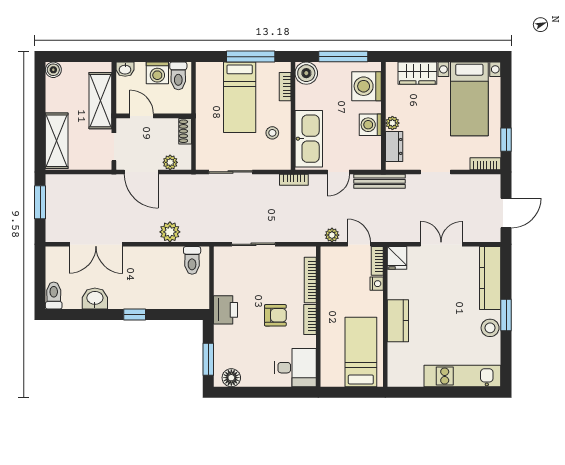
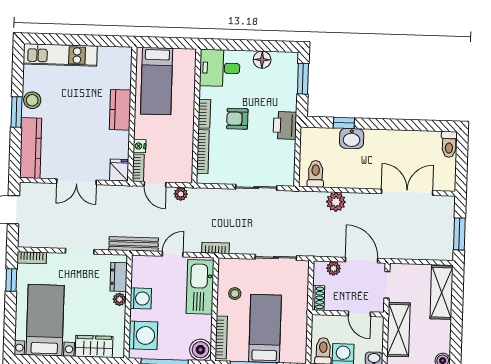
bookcase: (285, 87) -> (221, 337), width x1.56
washbasin: (95, 298) -> (352, 138), moved
window: (135, 314) -> (344, 123), moved
floor lamp: (231, 378) -> (262, 60), moved

